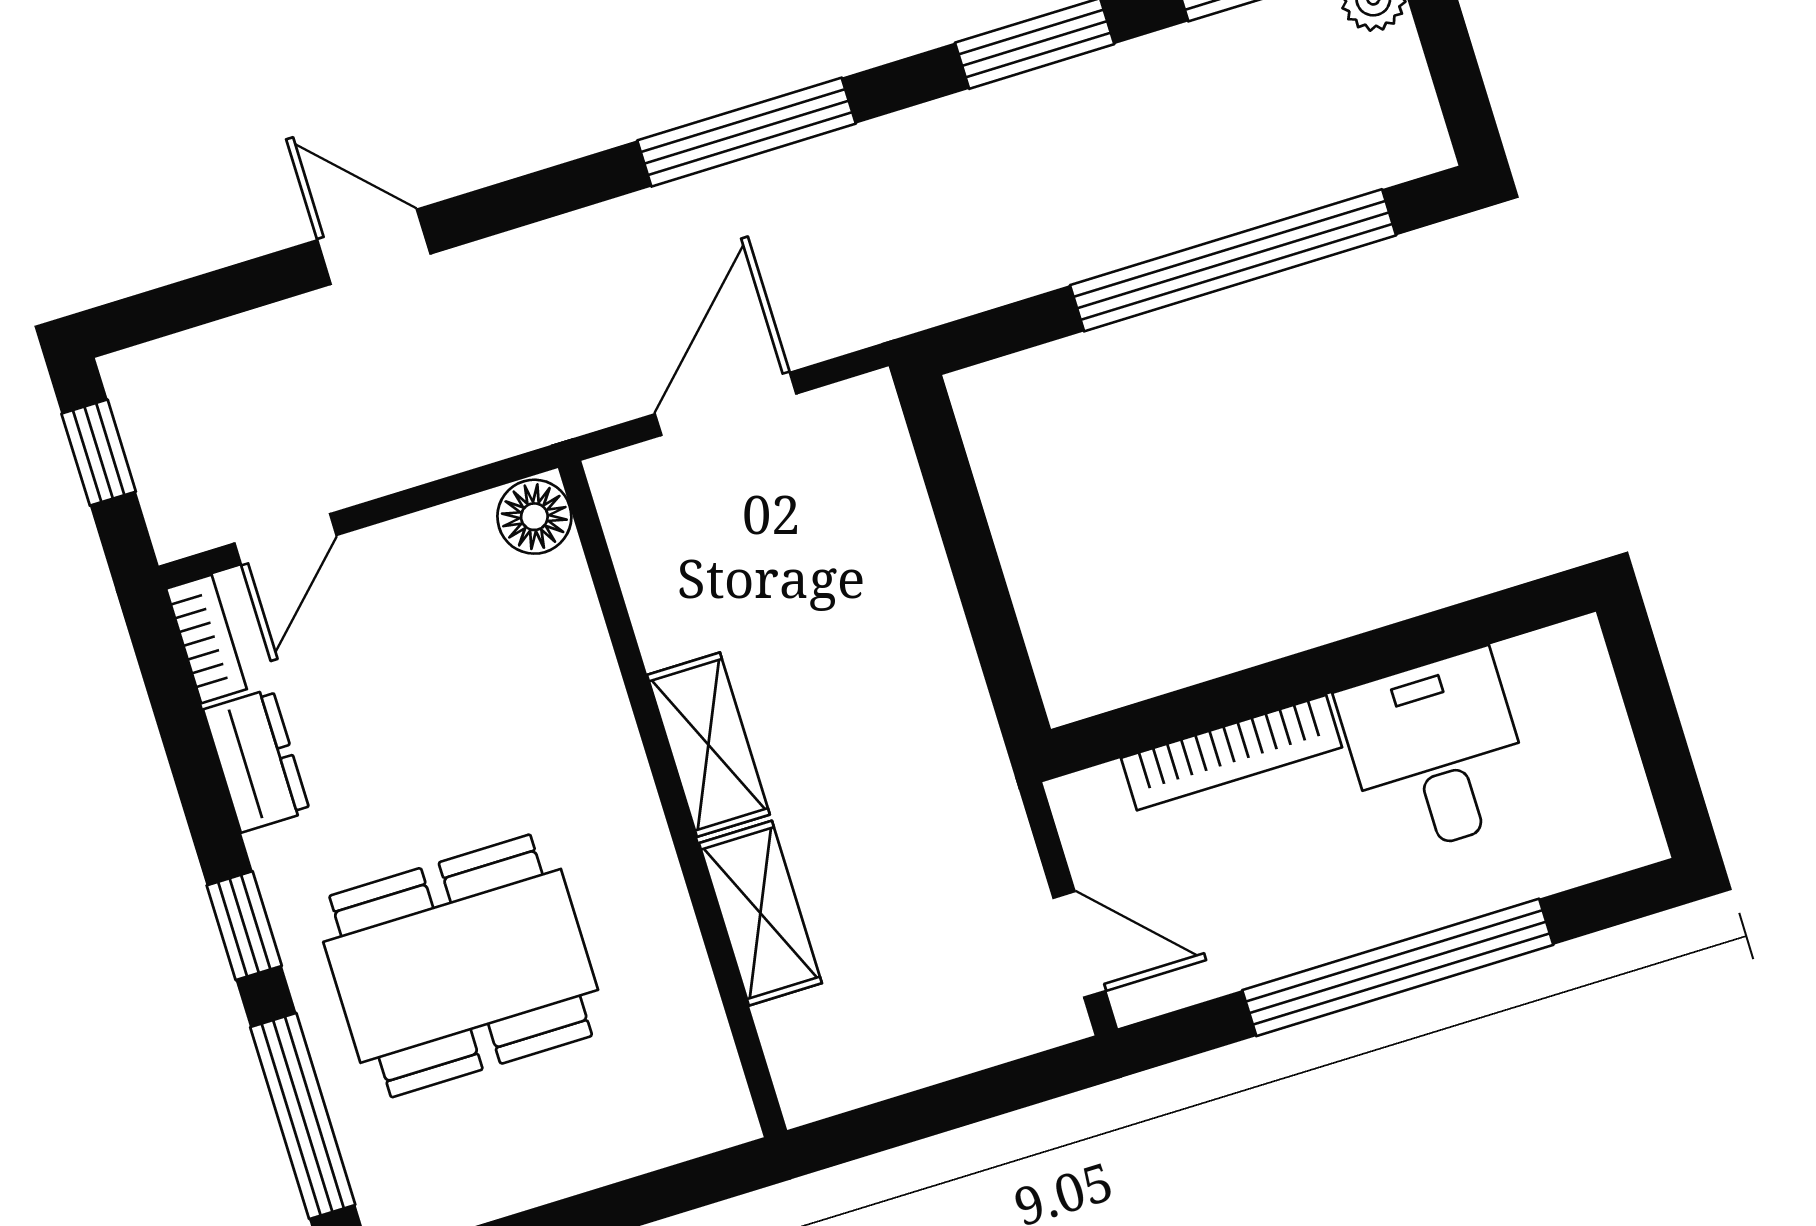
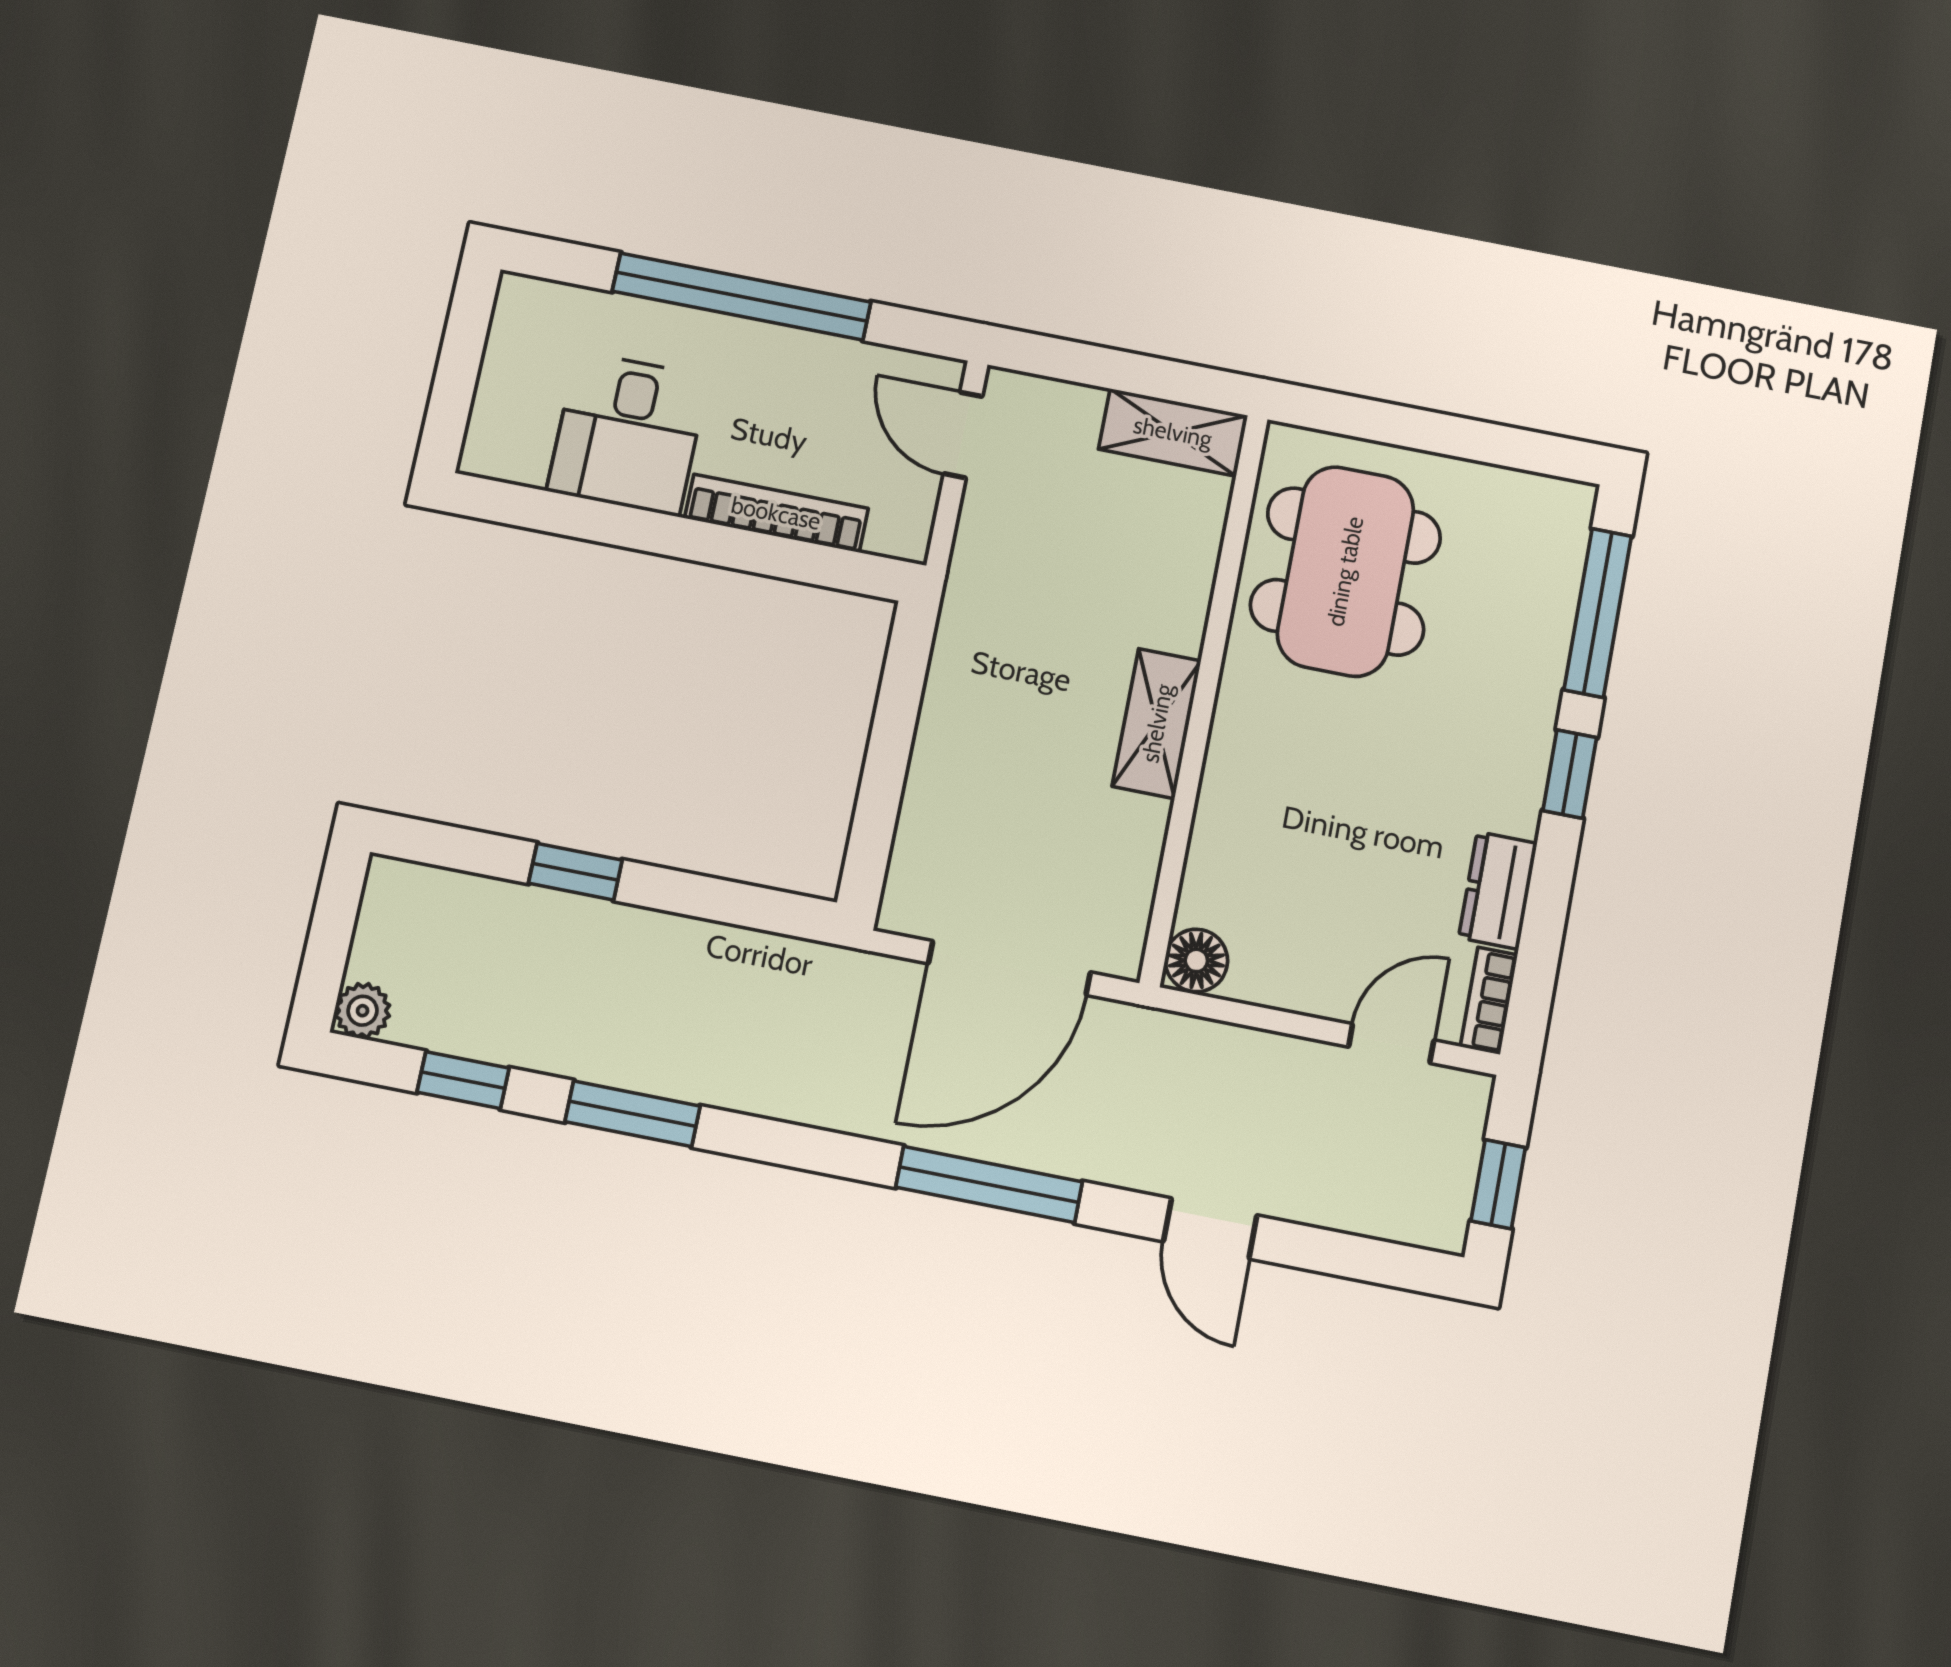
window: (747, 132) -> (989, 1185), moved
window: (1233, 260) -> (575, 872), width x0.32
door: (726, 404) -> (1009, 968), width x1.36
shelving: (760, 913) -> (1173, 432), moved, turned 90
dining table: (461, 966) -> (1345, 571), moved, turned 90

